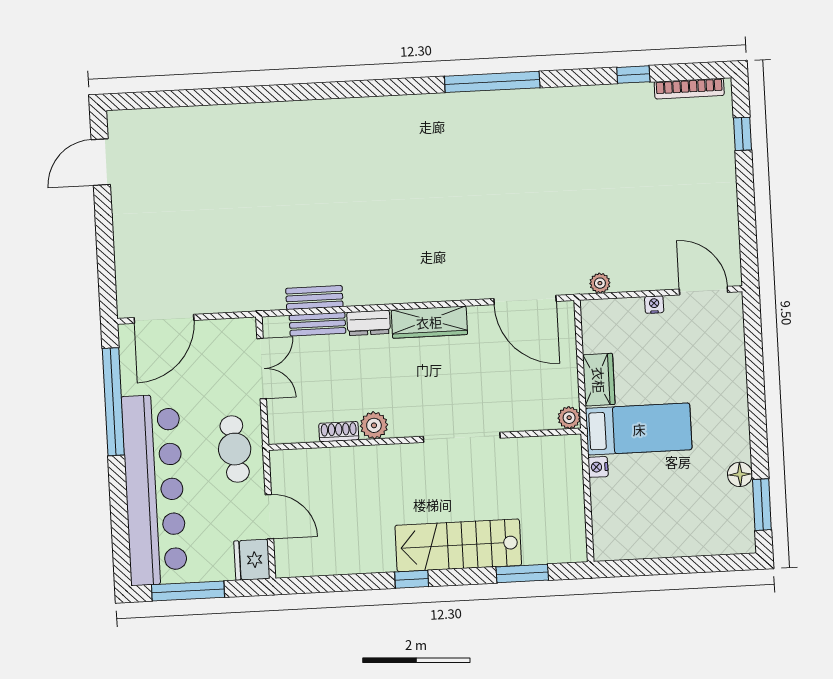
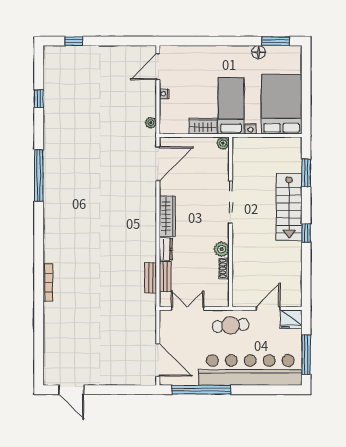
bookcase: (689, 89) -> (48, 283), moved
bed: (646, 522) -> (282, 104), added

